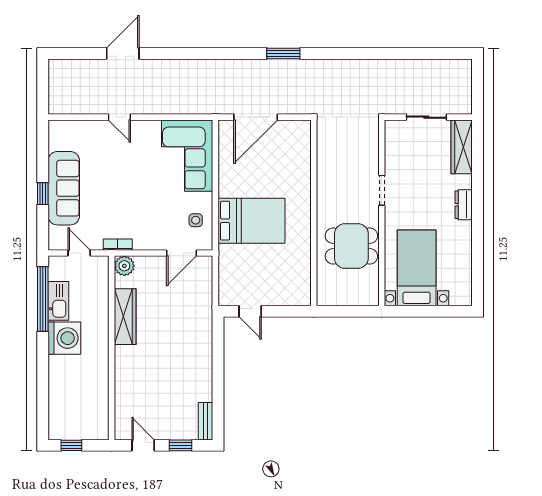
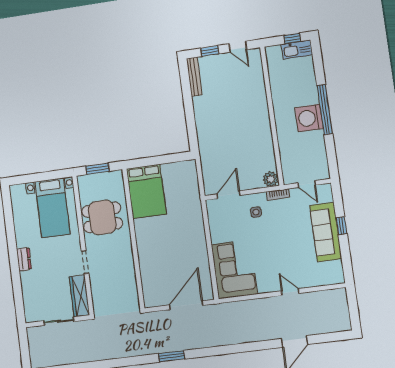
wardrobe: (462, 147) -> (79, 296), moved, turned 180
side table: (196, 220) -> (256, 212), moved
bed: (251, 221) -> (146, 191), moved, turned -90
window: (43, 299) -> (325, 110), moved
kitchen sink: (58, 301) -> (297, 50), moved, turned -90
door: (250, 311) -> (171, 158), removed
window: (350, 311) -> (97, 169), added
wardrobe: (125, 317) -> (265, 141), removed
bench: (205, 421) -> (194, 77), width x1.36

